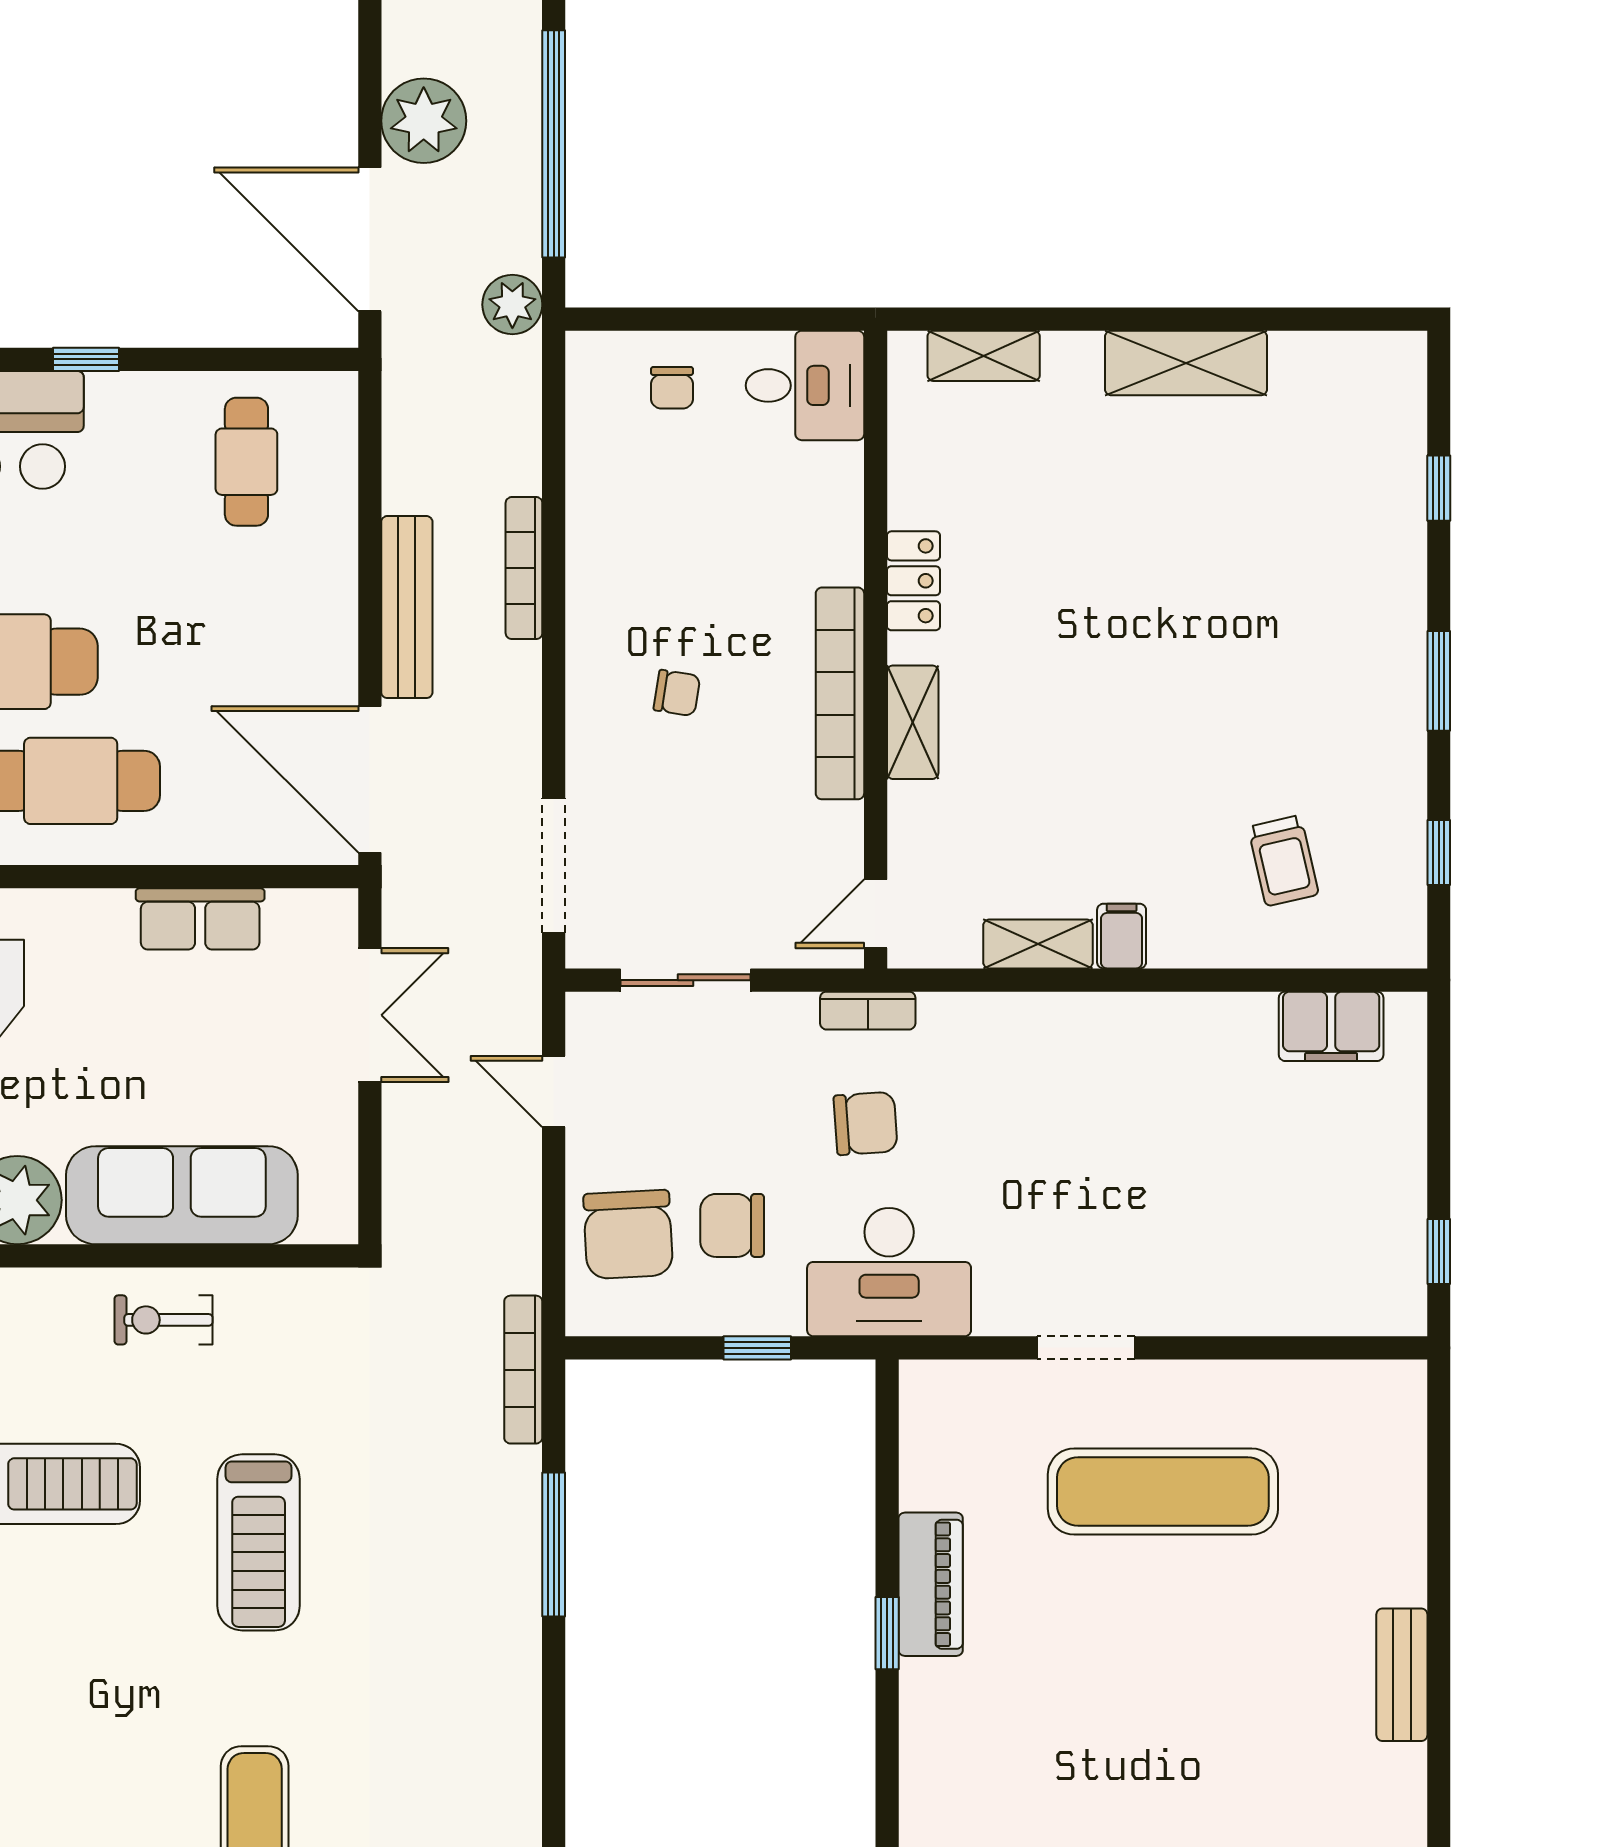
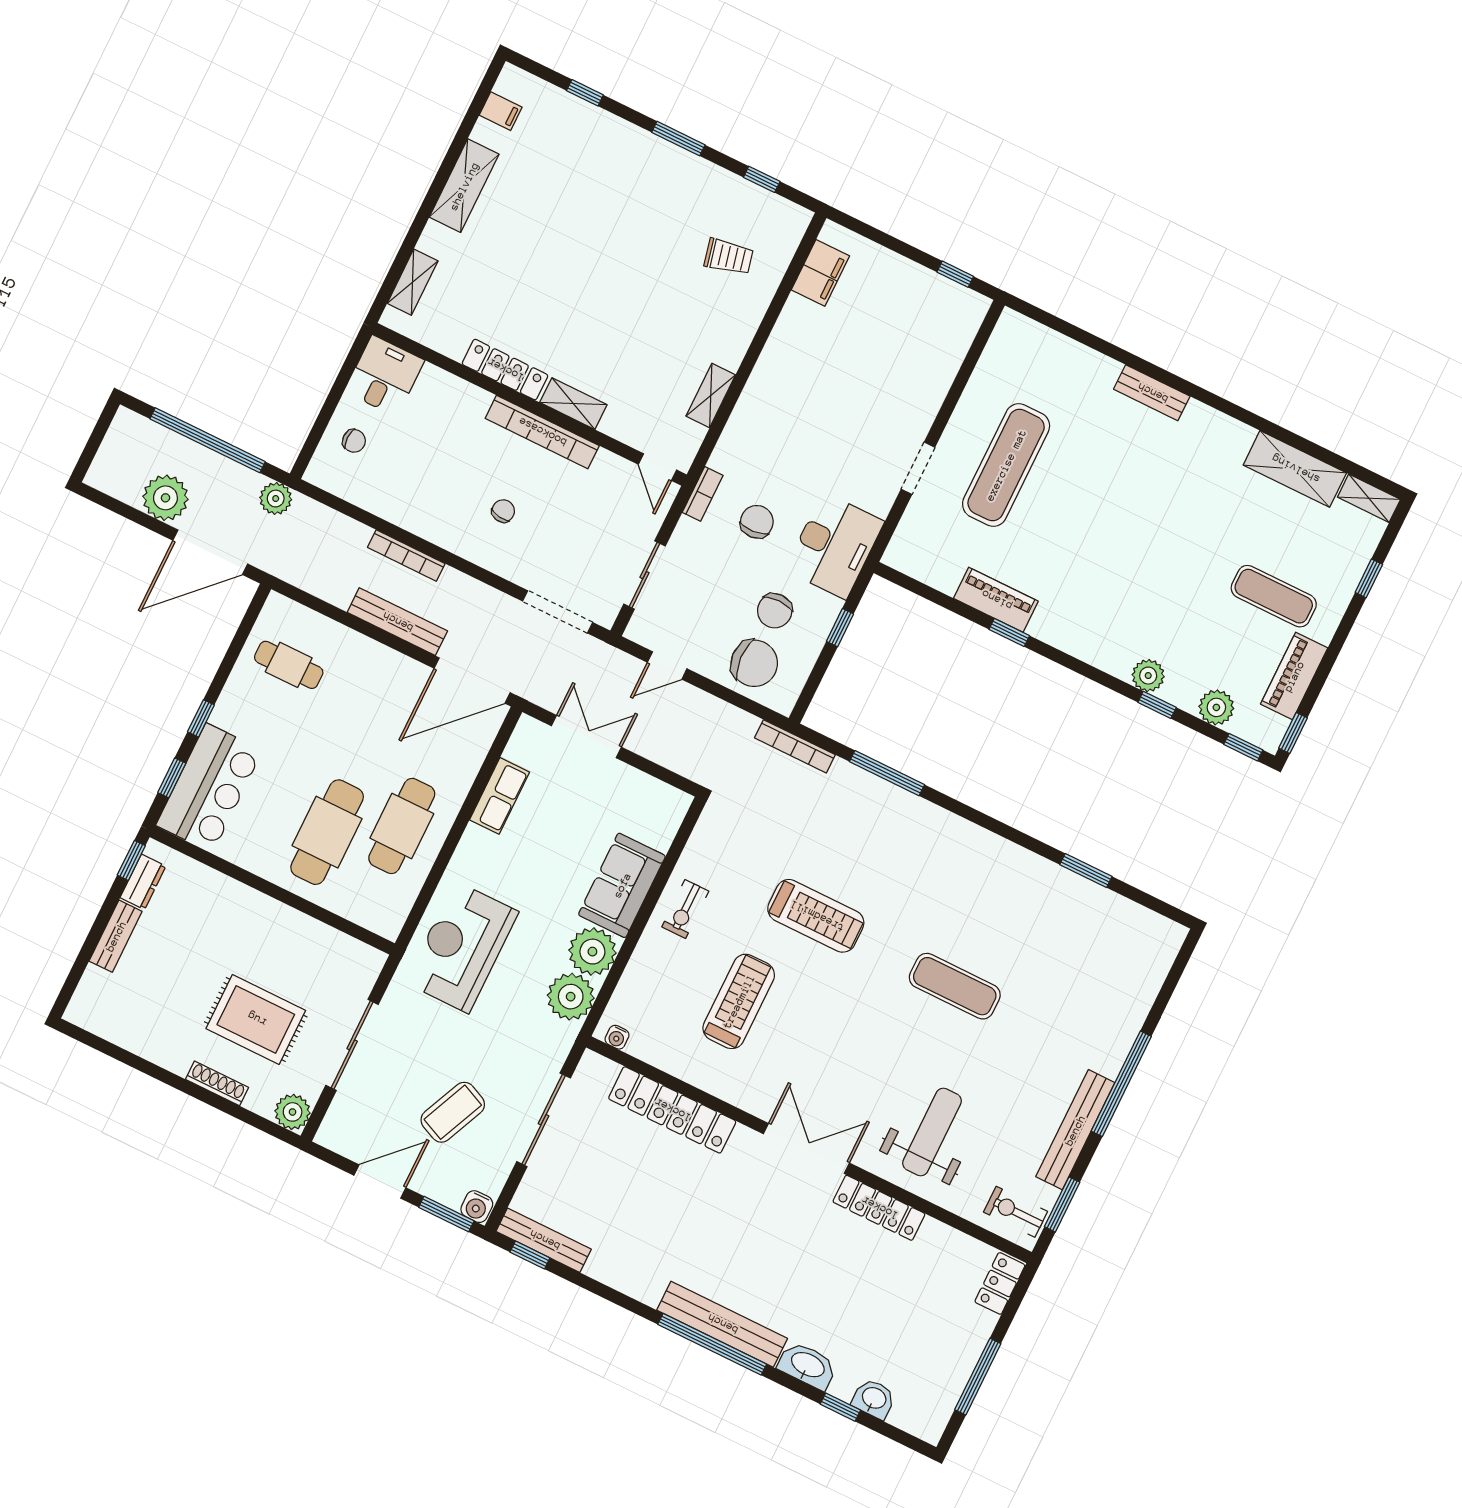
locker: (913, 581) -> (505, 370), width x1.53
filing cabinet: (1122, 936) -> (501, 111), moved, turned 180
sofa: (182, 1195) -> (622, 885), width x0.73

